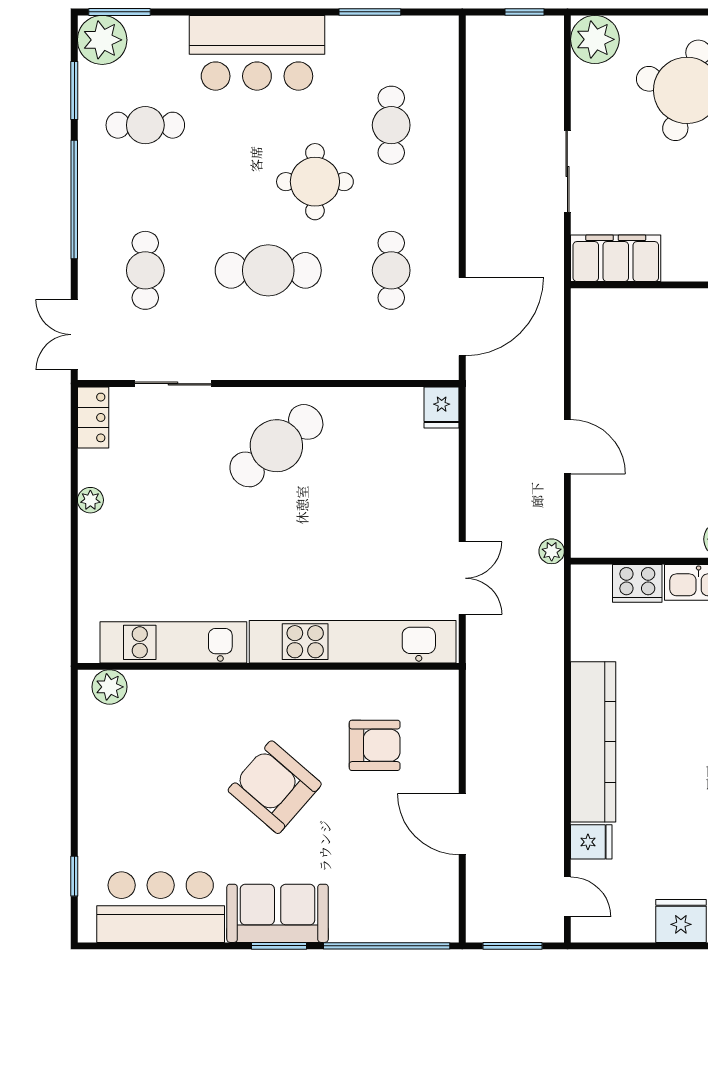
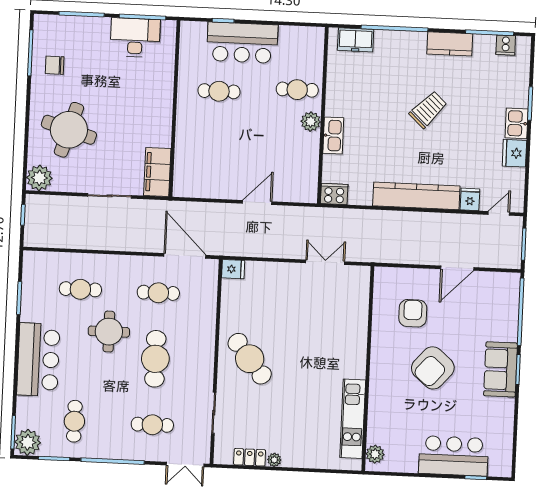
locker: (93, 417) -> (250, 457), moved
plant: (552, 551) -> (313, 214), removed
cooker: (637, 583) -> (334, 194), moved, turned -90
kitchen unit: (353, 642) -> (357, 323), removed
bar counter: (161, 907) -> (454, 456), moved, turned 90

